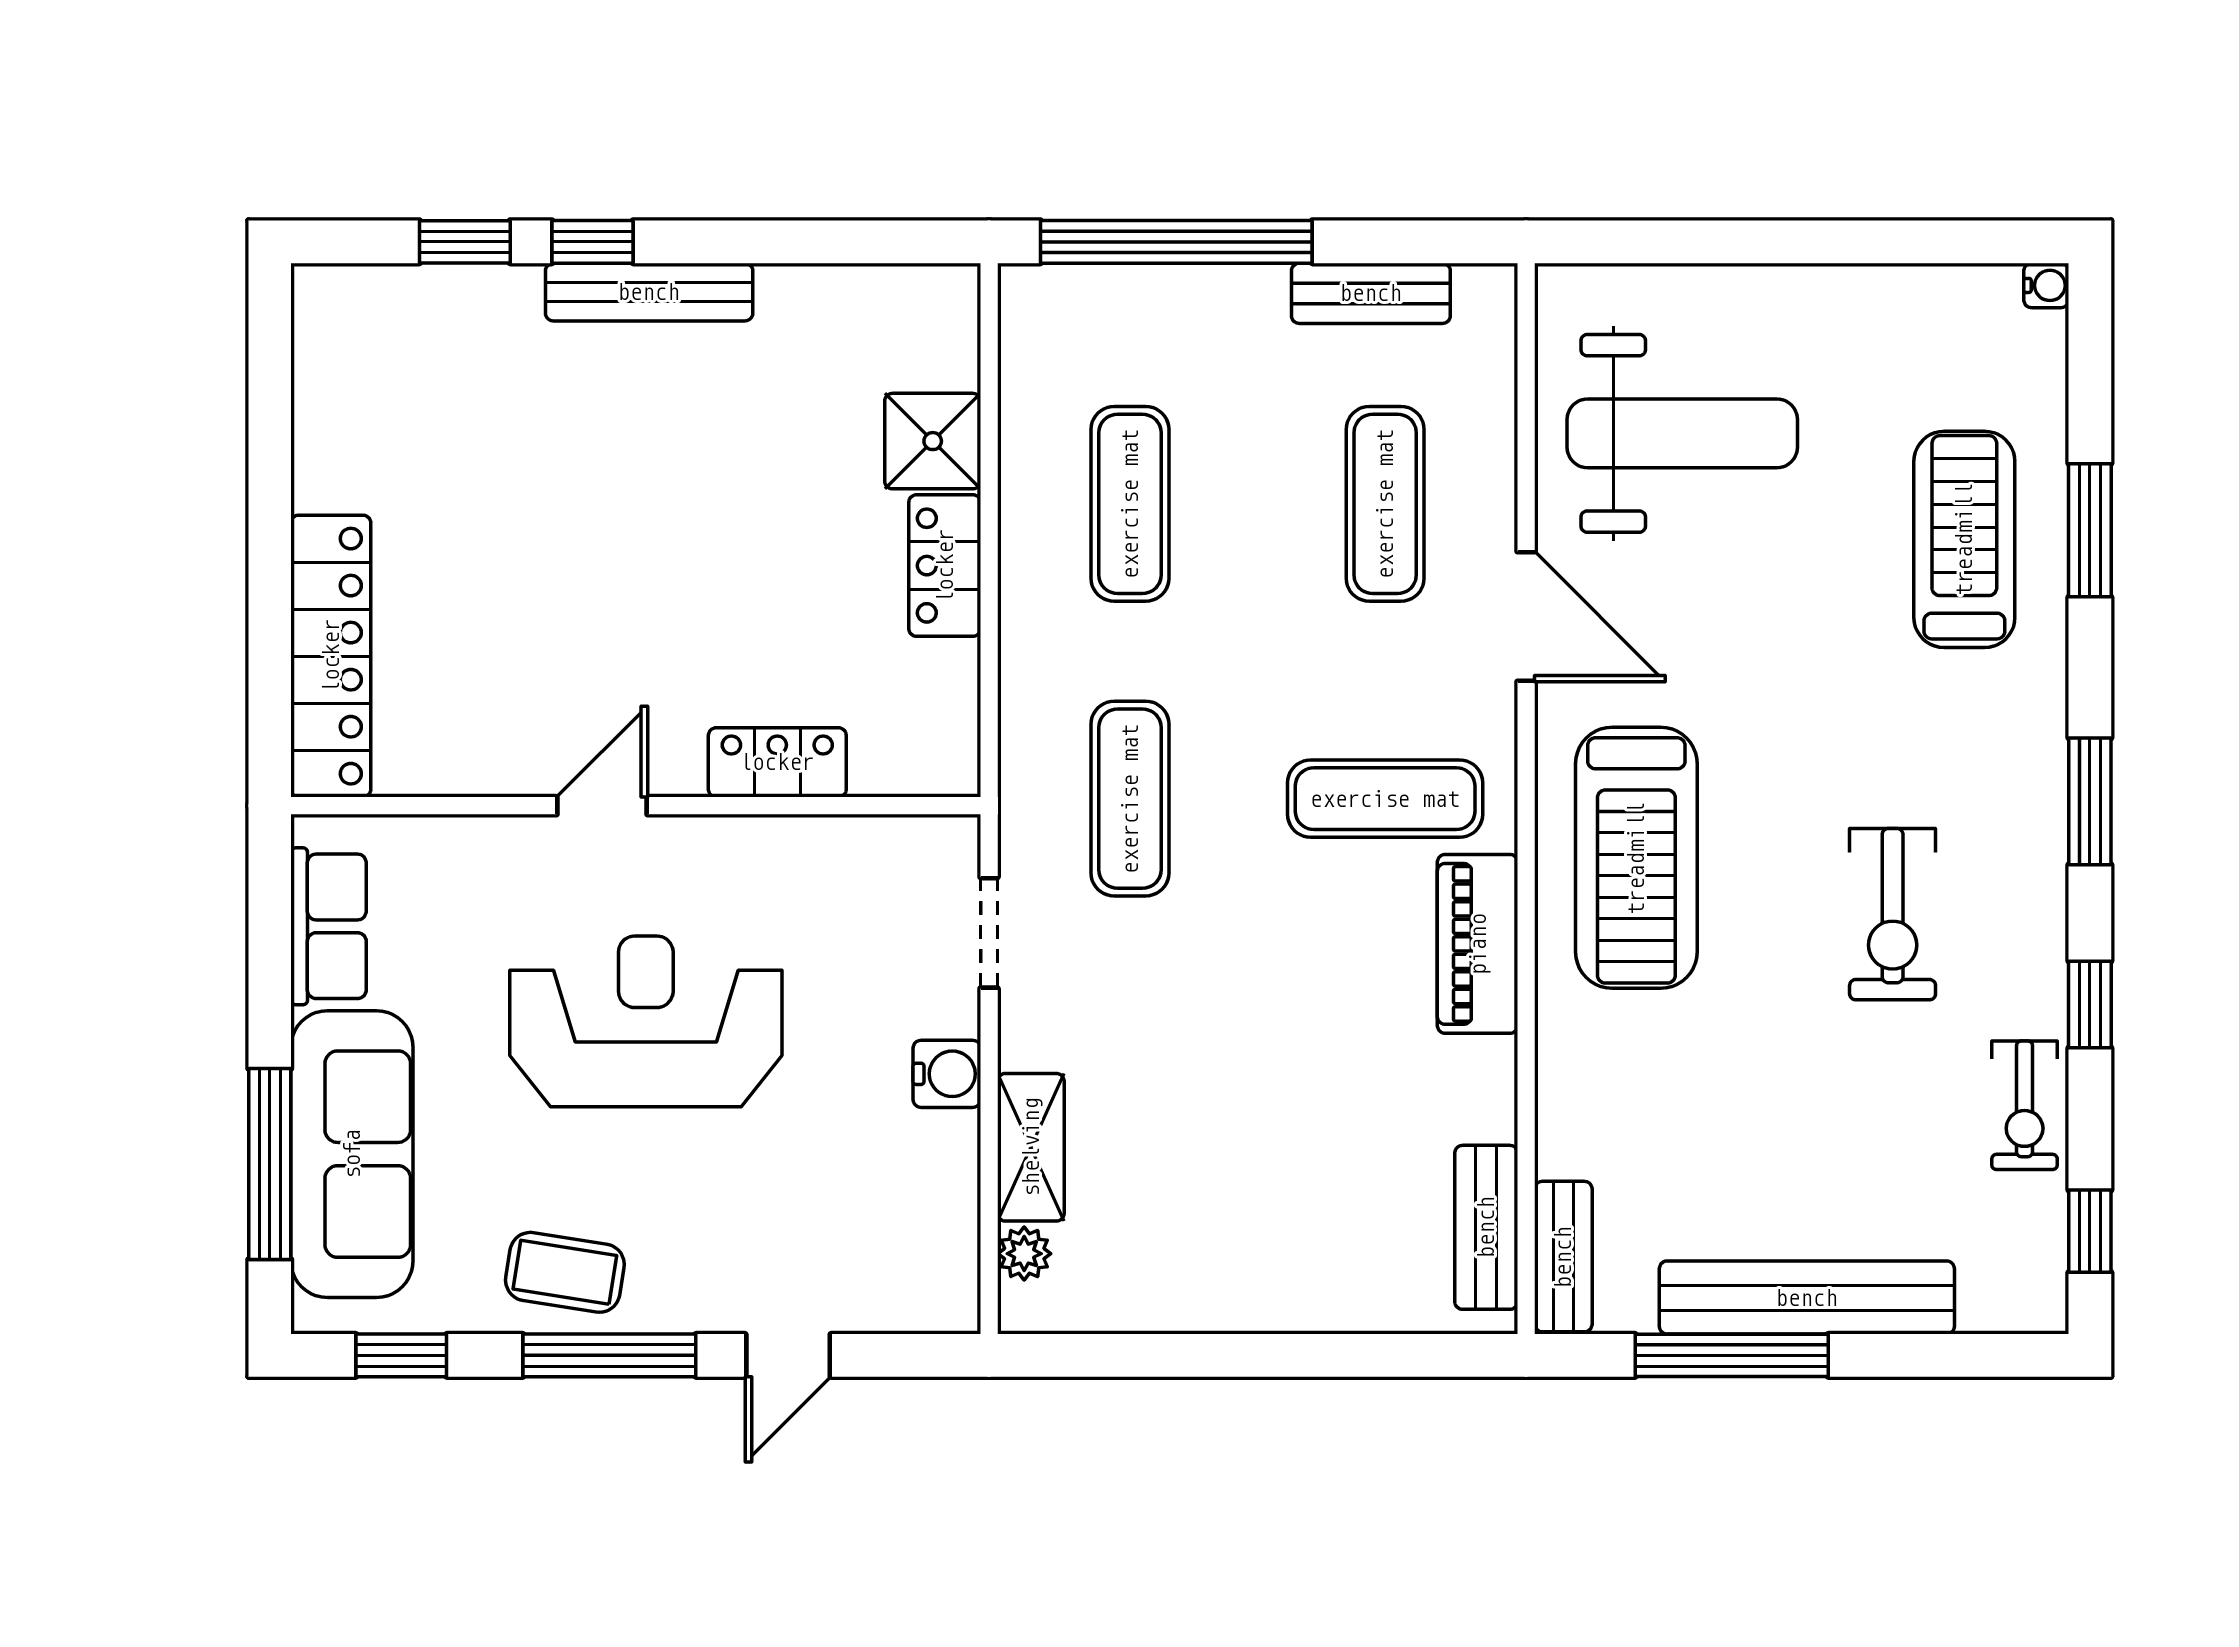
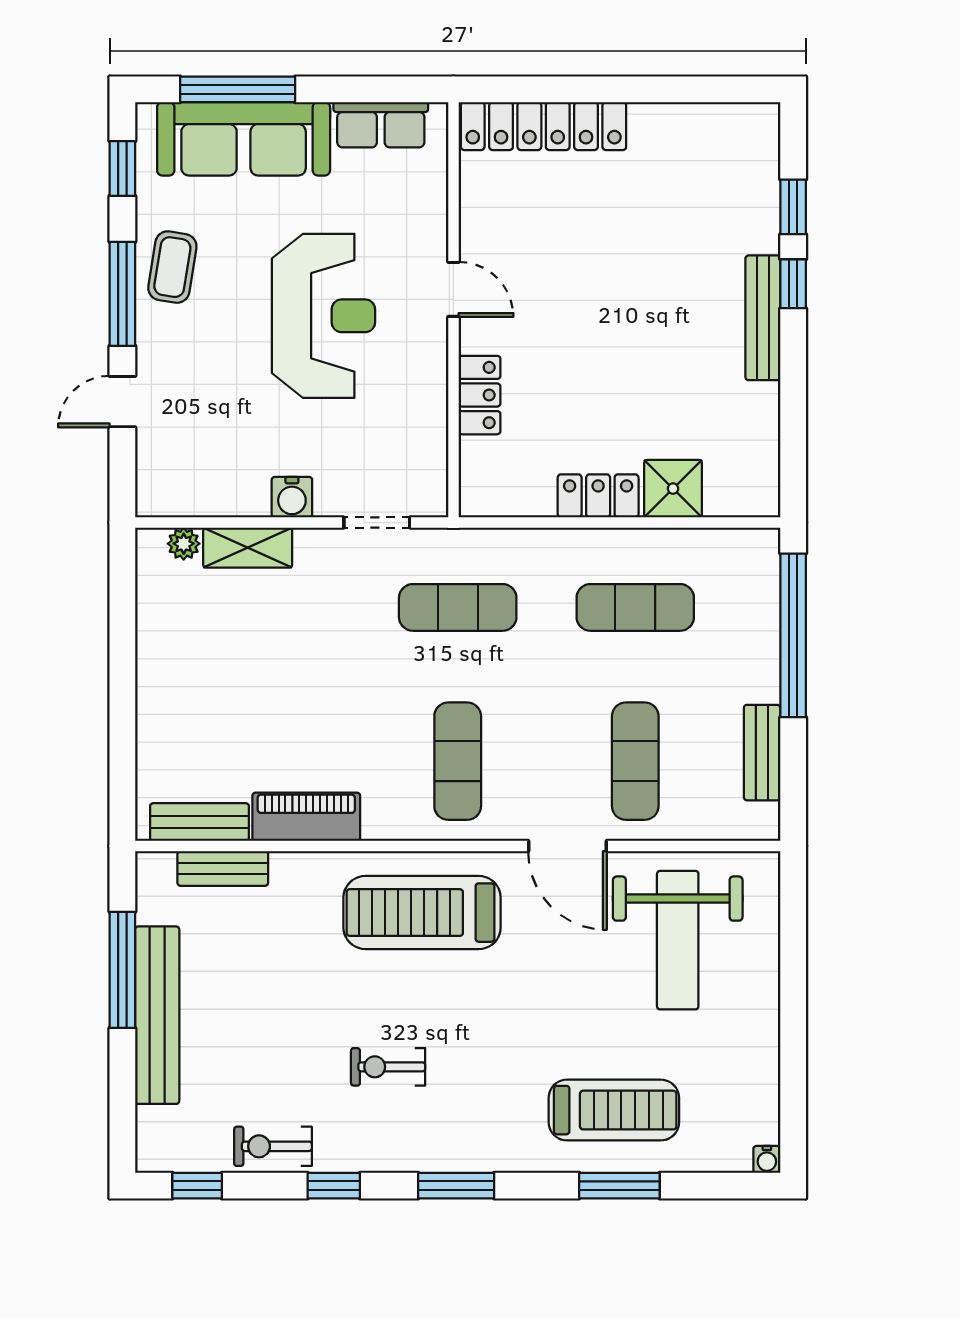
exercise mat: (1385, 504) -> (635, 761), turned 90
door: (1526, 617) -> (567, 846), hinge flipped
exercise bike: (1893, 914) -> (388, 1067), width x0.73, depth x0.72
piano: (1478, 944) -> (306, 817), moved
bench: (1563, 1257) -> (223, 868), moved
door: (788, 1355) -> (122, 402), hinge flipped

